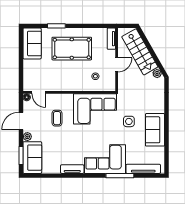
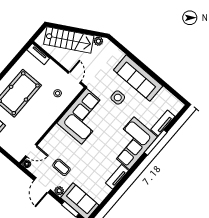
door: (117, 65) -> (74, 78), moved
coffee table: (57, 118) -> (62, 167), moved
sofa: (155, 130) -> (138, 78), width x1.36
tv unit: (143, 169) -> (163, 123), width x0.71

